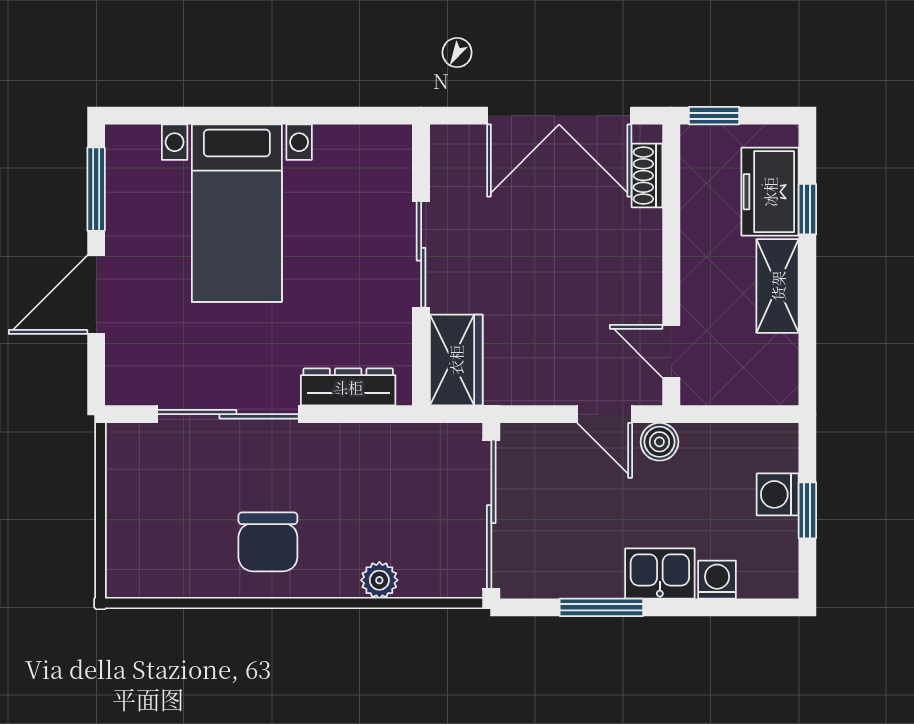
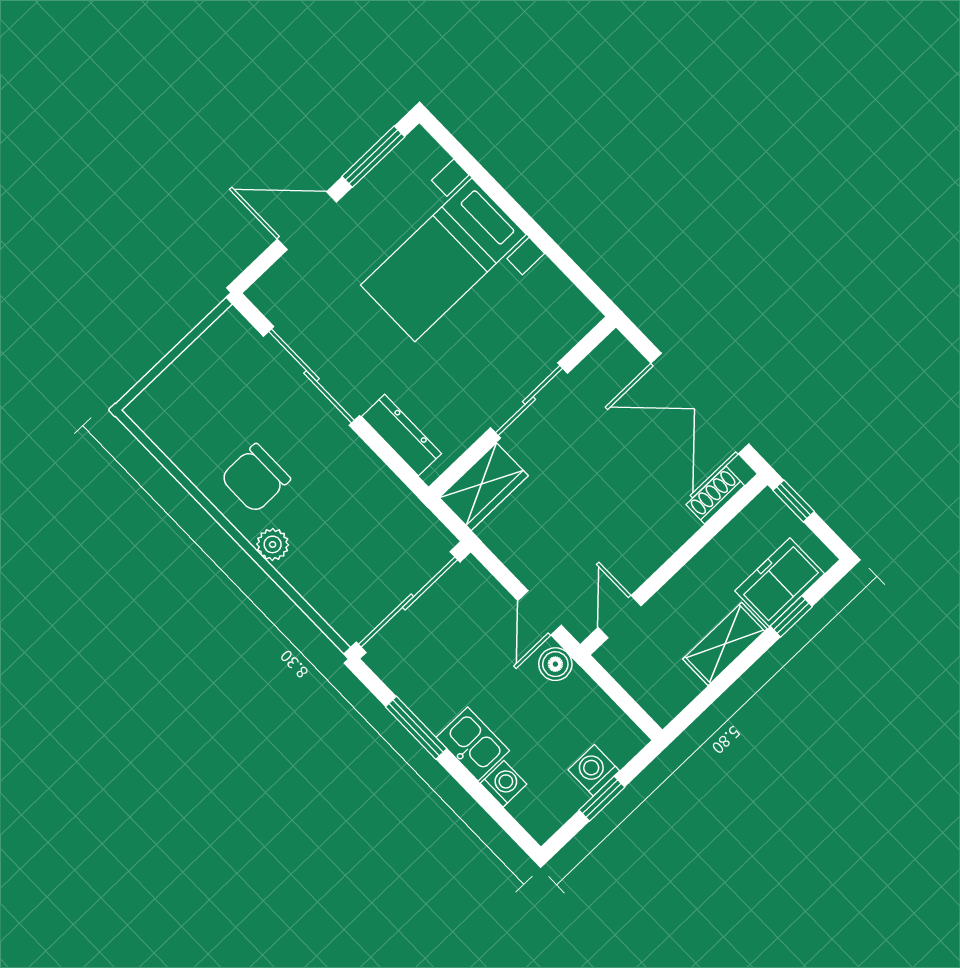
plant: (379, 580) -> (273, 544), moved

